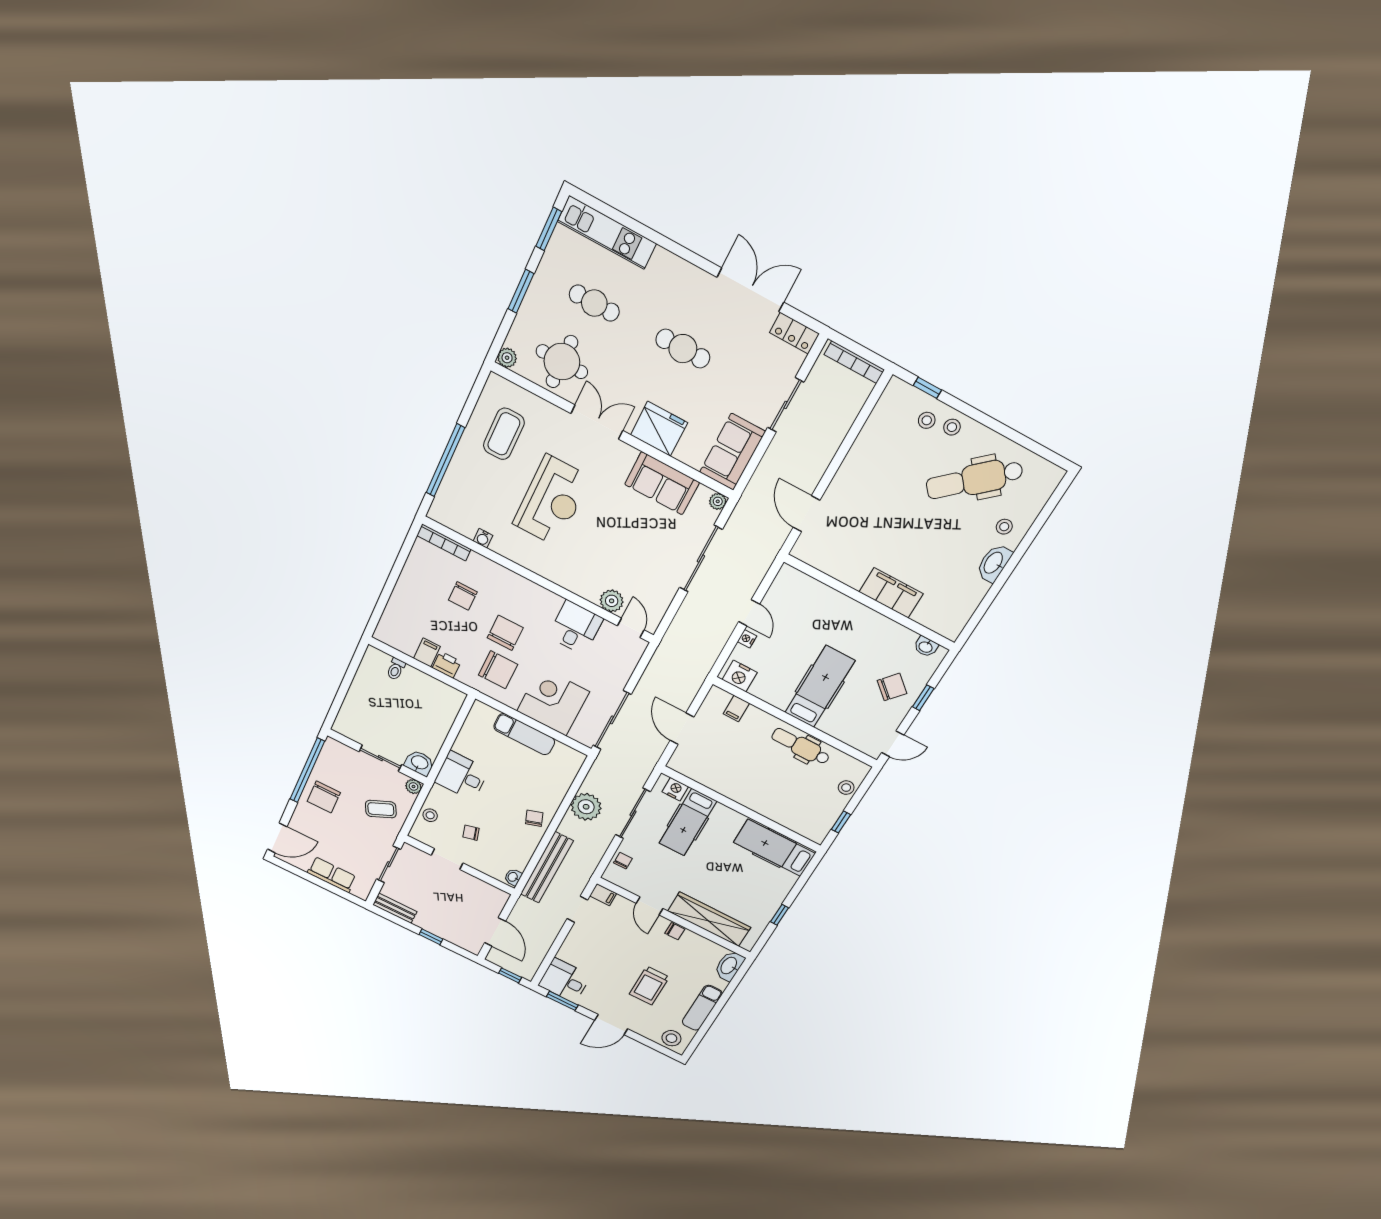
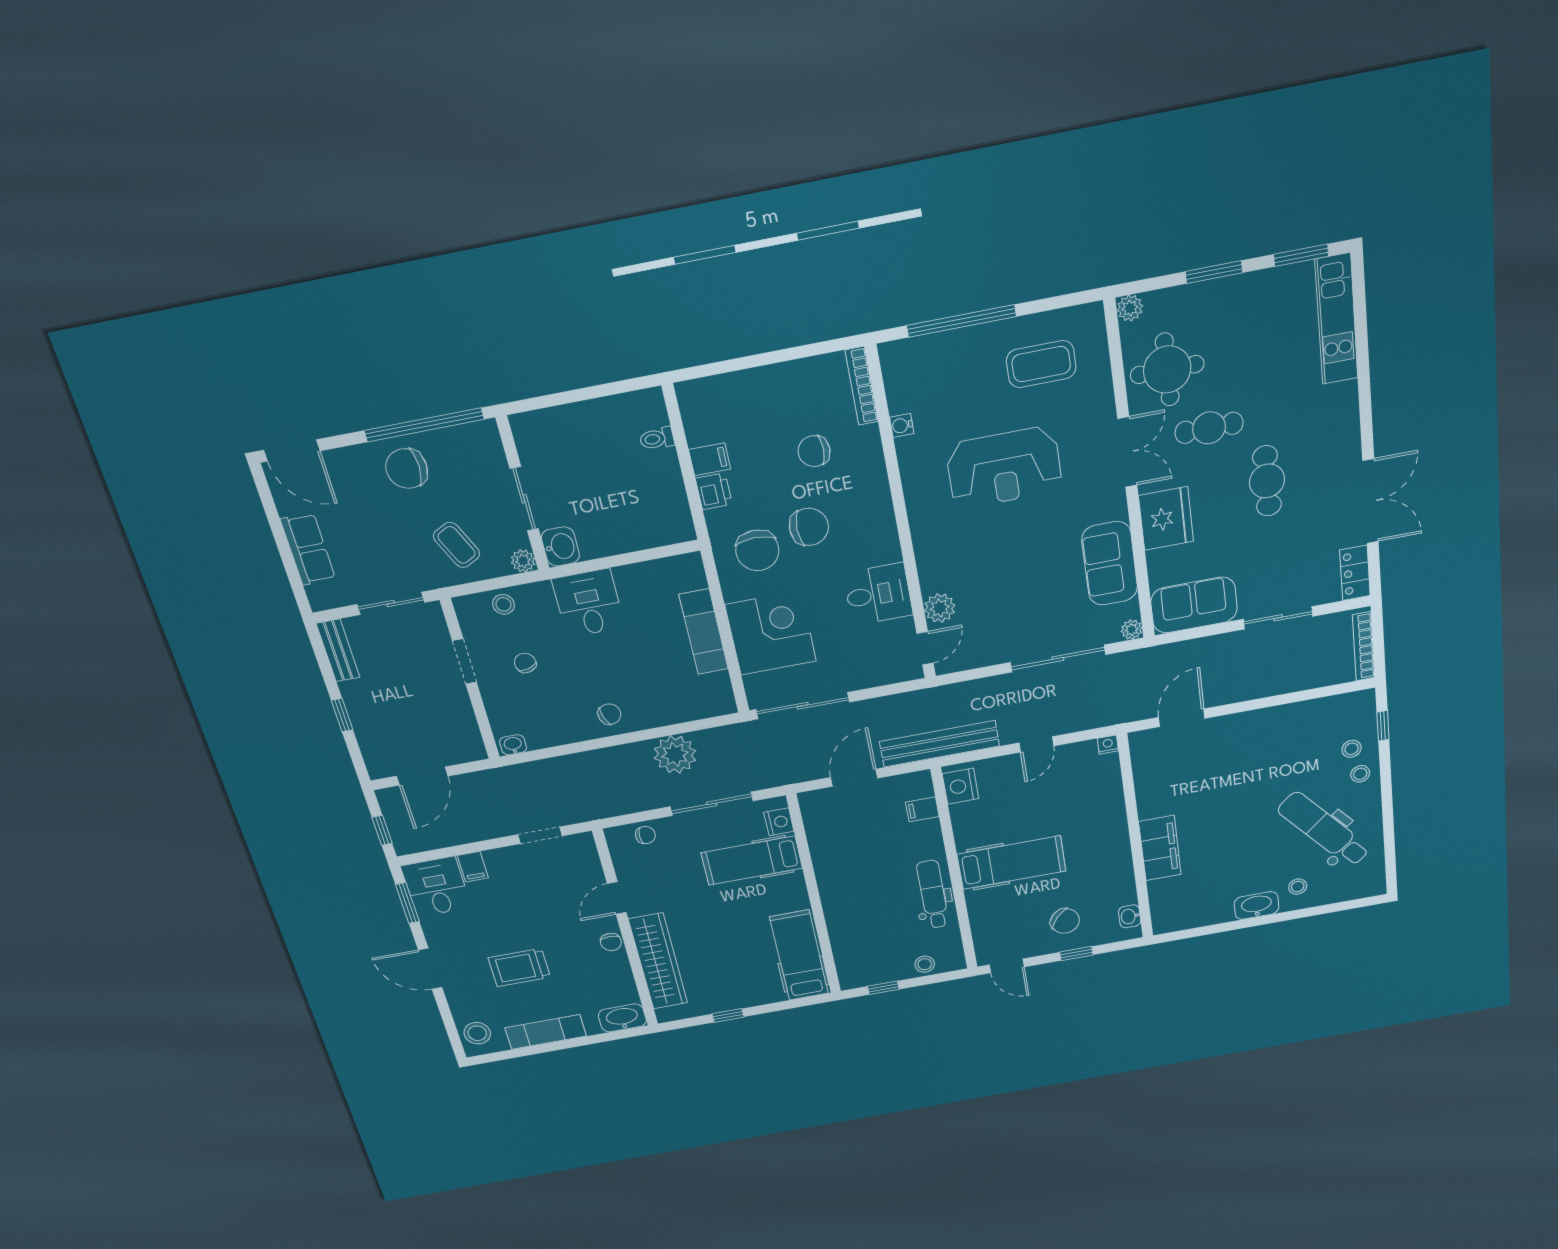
cafe table: (594, 303) -> (1209, 428), moved, turned 90
nightstand: (747, 639) -> (1108, 745), moved
bench: (547, 868) -> (939, 744), moved
filing cabinet: (603, 895) -> (473, 867), moved

